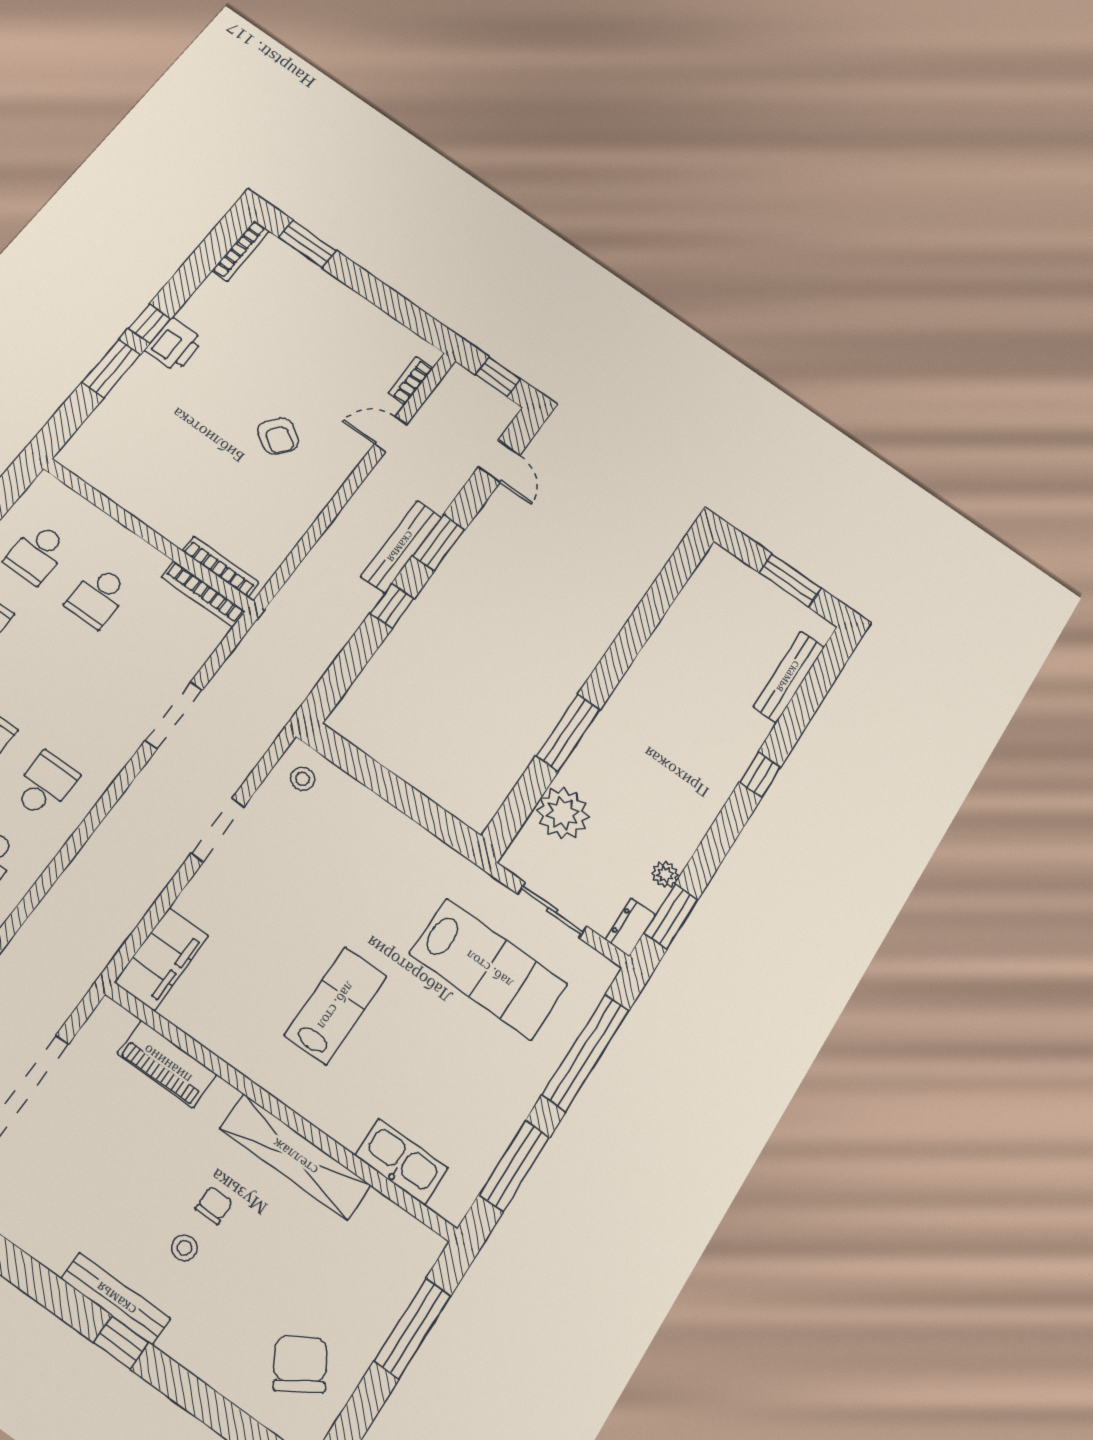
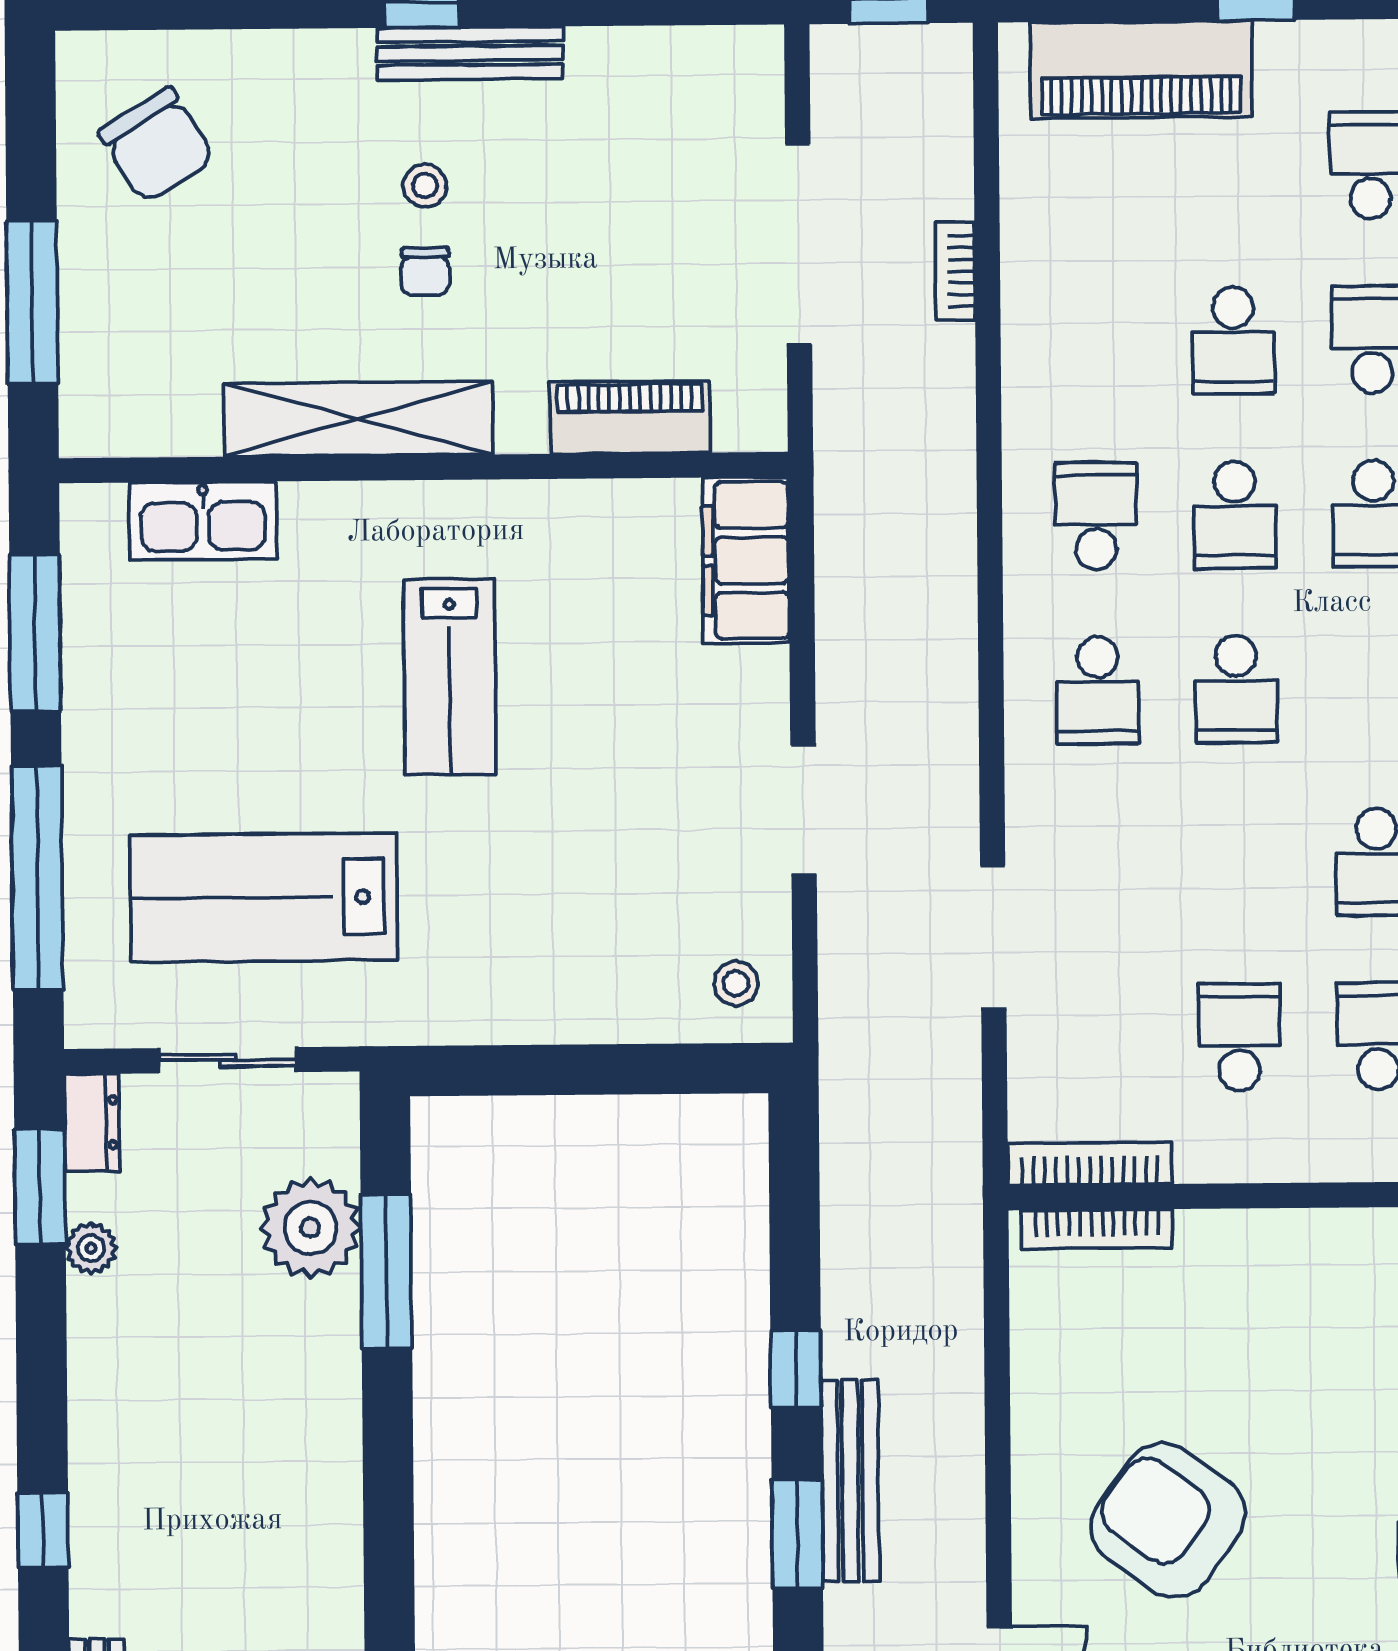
armchair: (278, 436) -> (1168, 1520), width x1.88, depth x1.88
window: (568, 733) -> (386, 1271), moved

